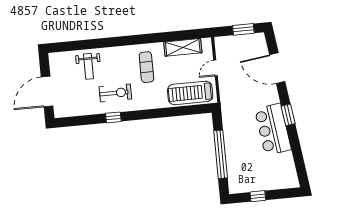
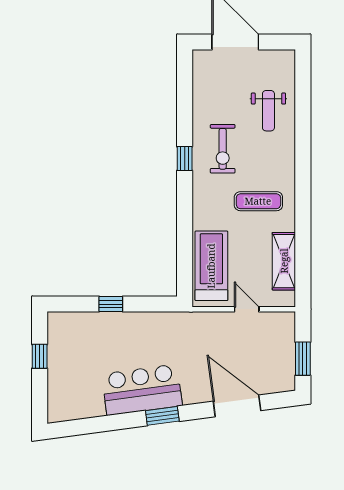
weight bench: (89, 66) -> (268, 111), turned -90
door: (277, 68) -> (237, 406), hinge flipped
window: (113, 117) -> (185, 159), moved
window: (221, 154) -> (111, 304), width x0.32

